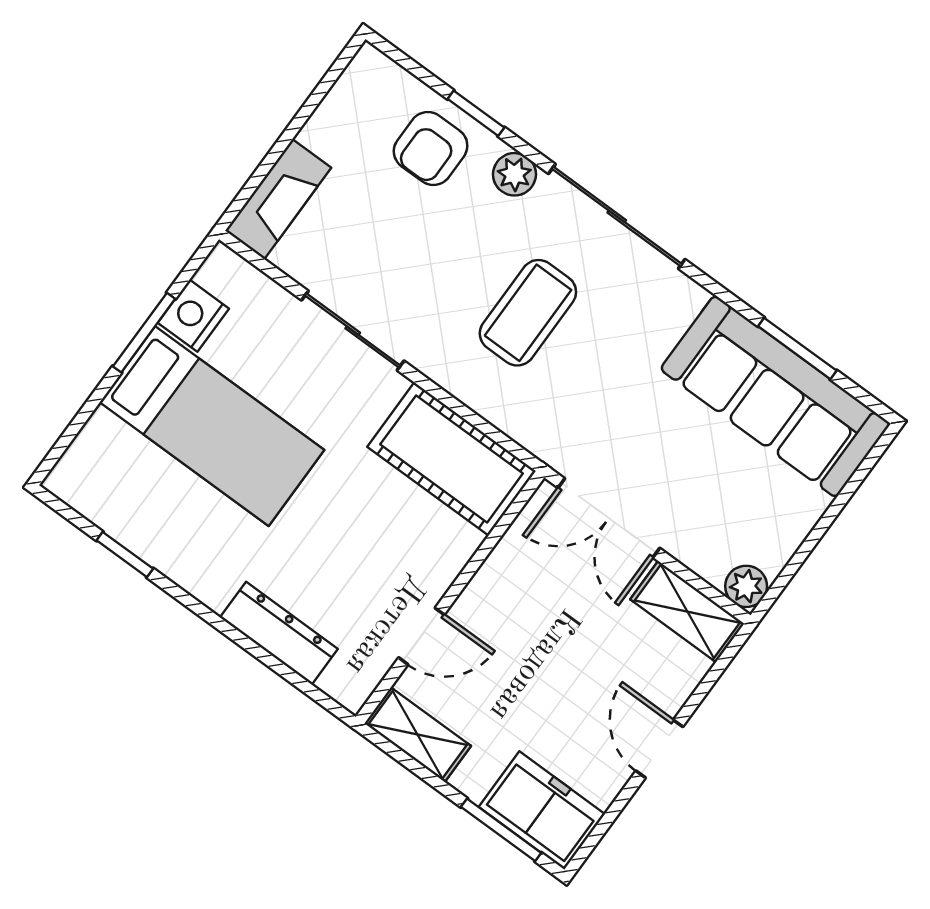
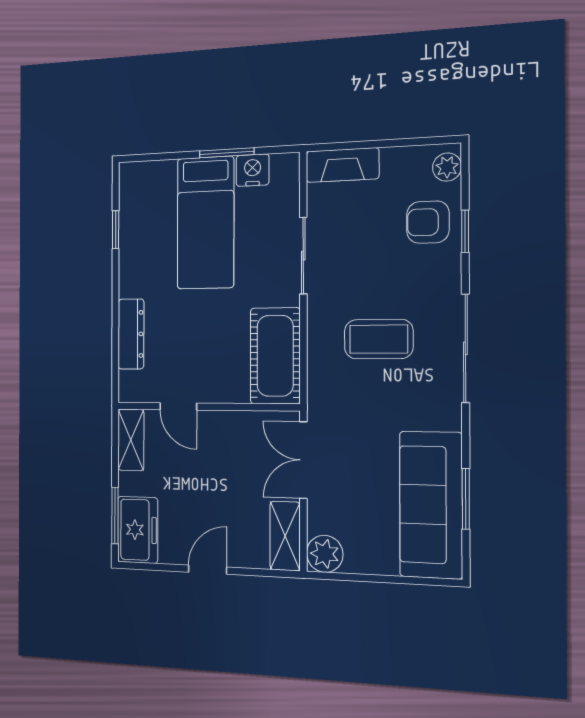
plant: (514, 174) -> (447, 167), moved
plant: (746, 586) -> (325, 554), width x1.38, depth x1.38

